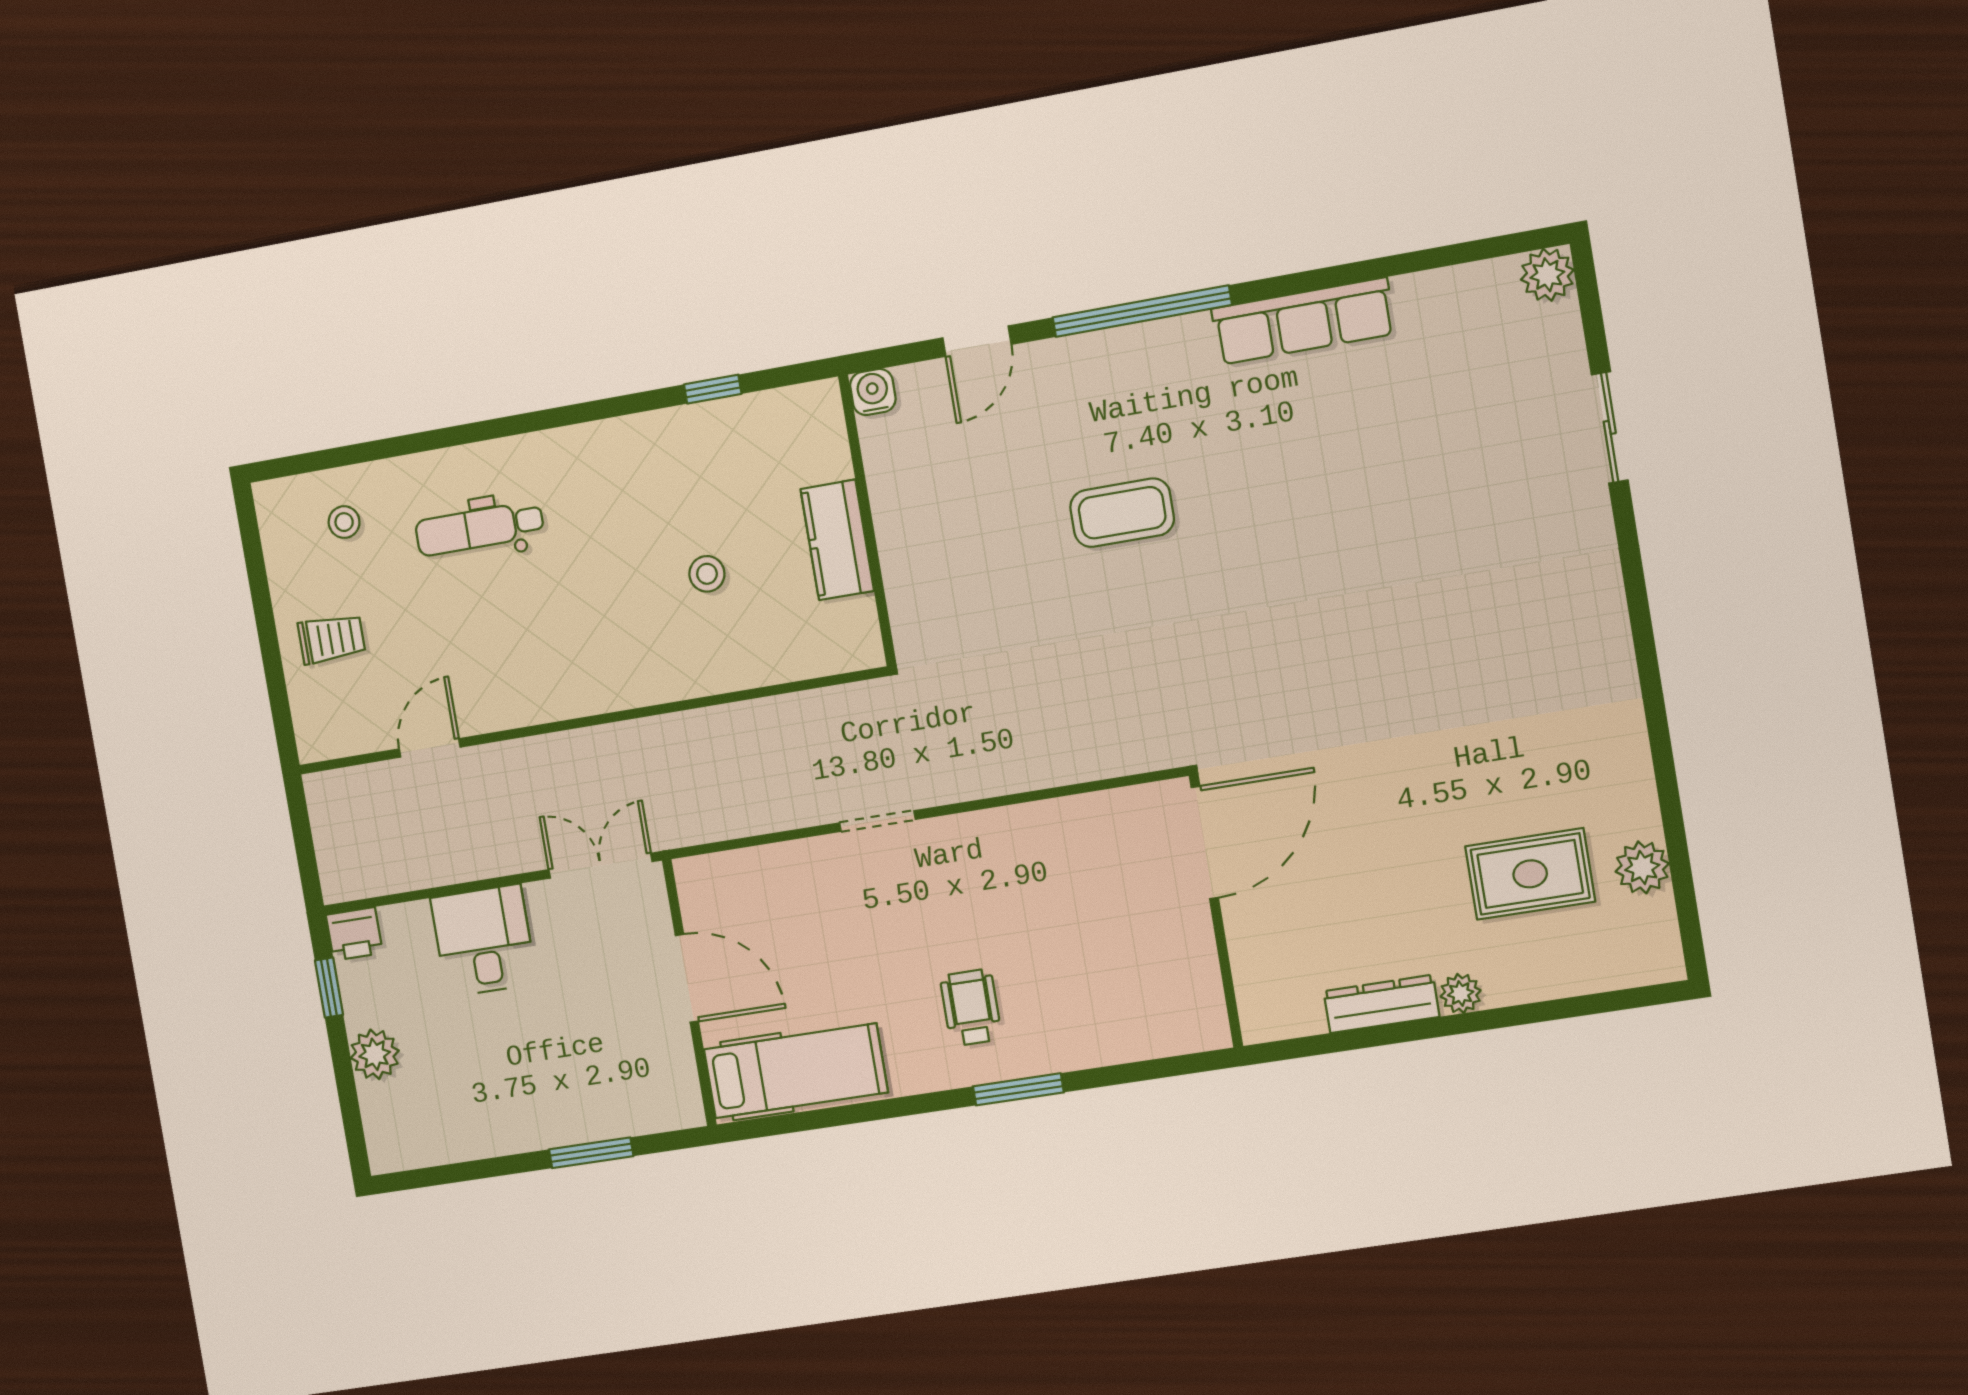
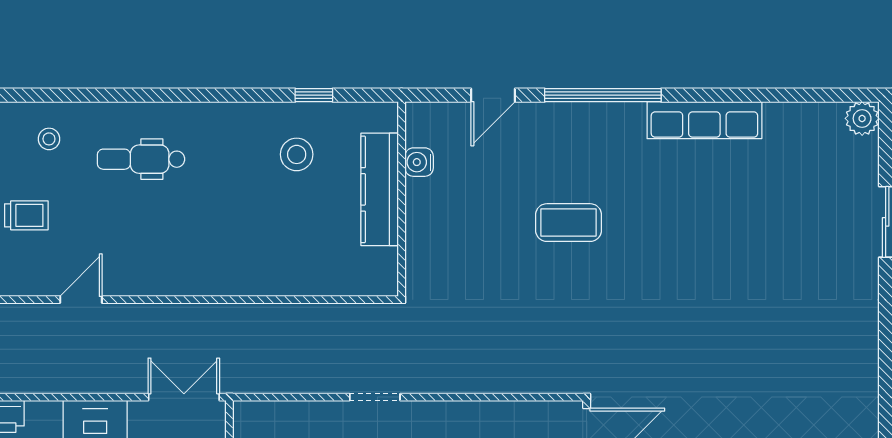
water cooler: (873, 392) -> (419, 162), moved, turned -90
kitchen counter: (837, 540) -> (380, 189), width x1.50
stool: (707, 574) -> (297, 154), moved, width x1.37, depth x1.37

